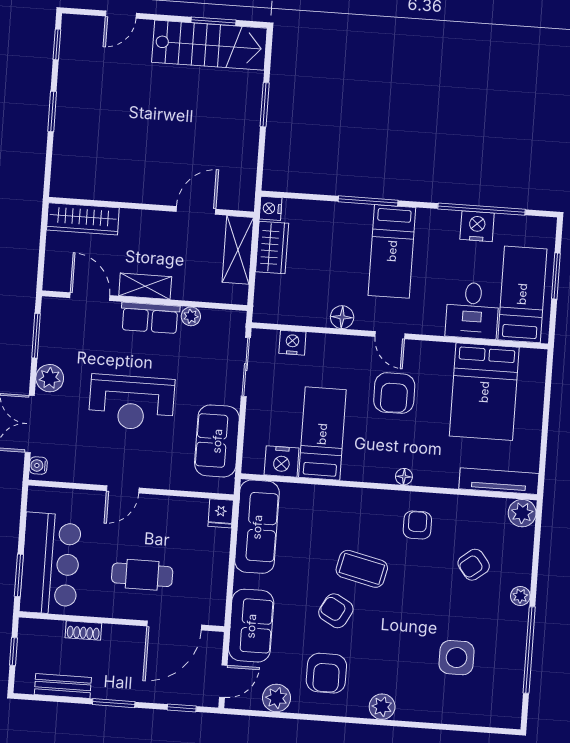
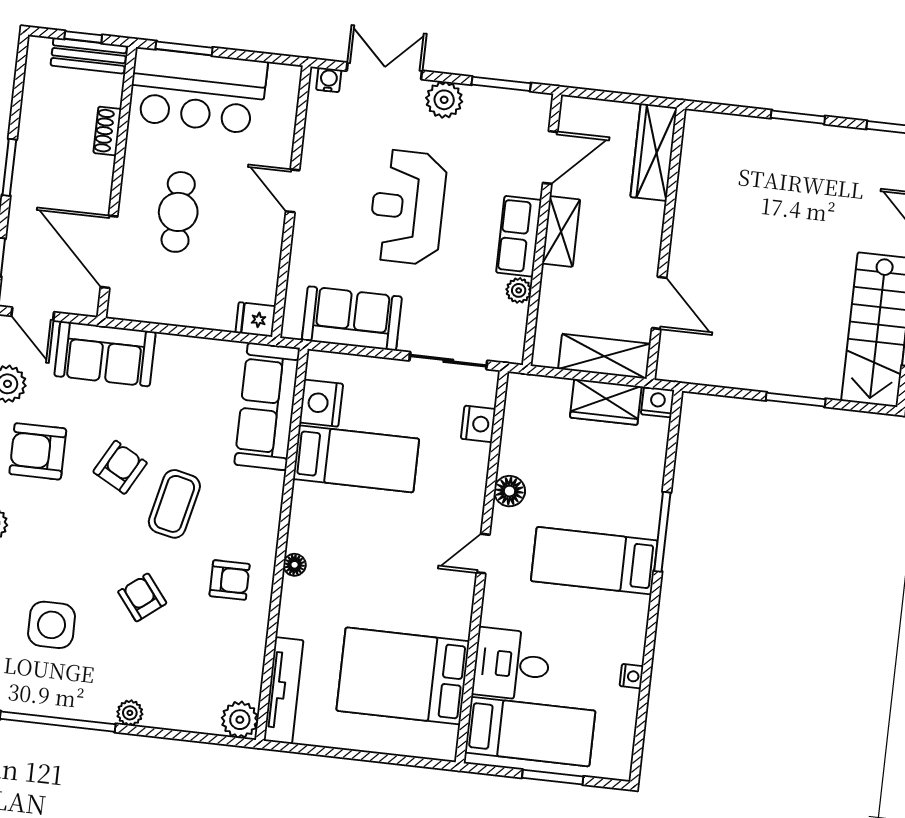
window: (482, 209) -> (645, 682), removed
nightstand: (477, 226) -> (632, 676), width x0.53, depth x0.56
armchair: (394, 393) -> (406, 556), removed
sofa: (257, 527) -> (267, 407), moved, turned 90
armchair: (474, 565) -> (142, 597), moved
bench: (63, 686) -> (89, 56), moved, turned 90

